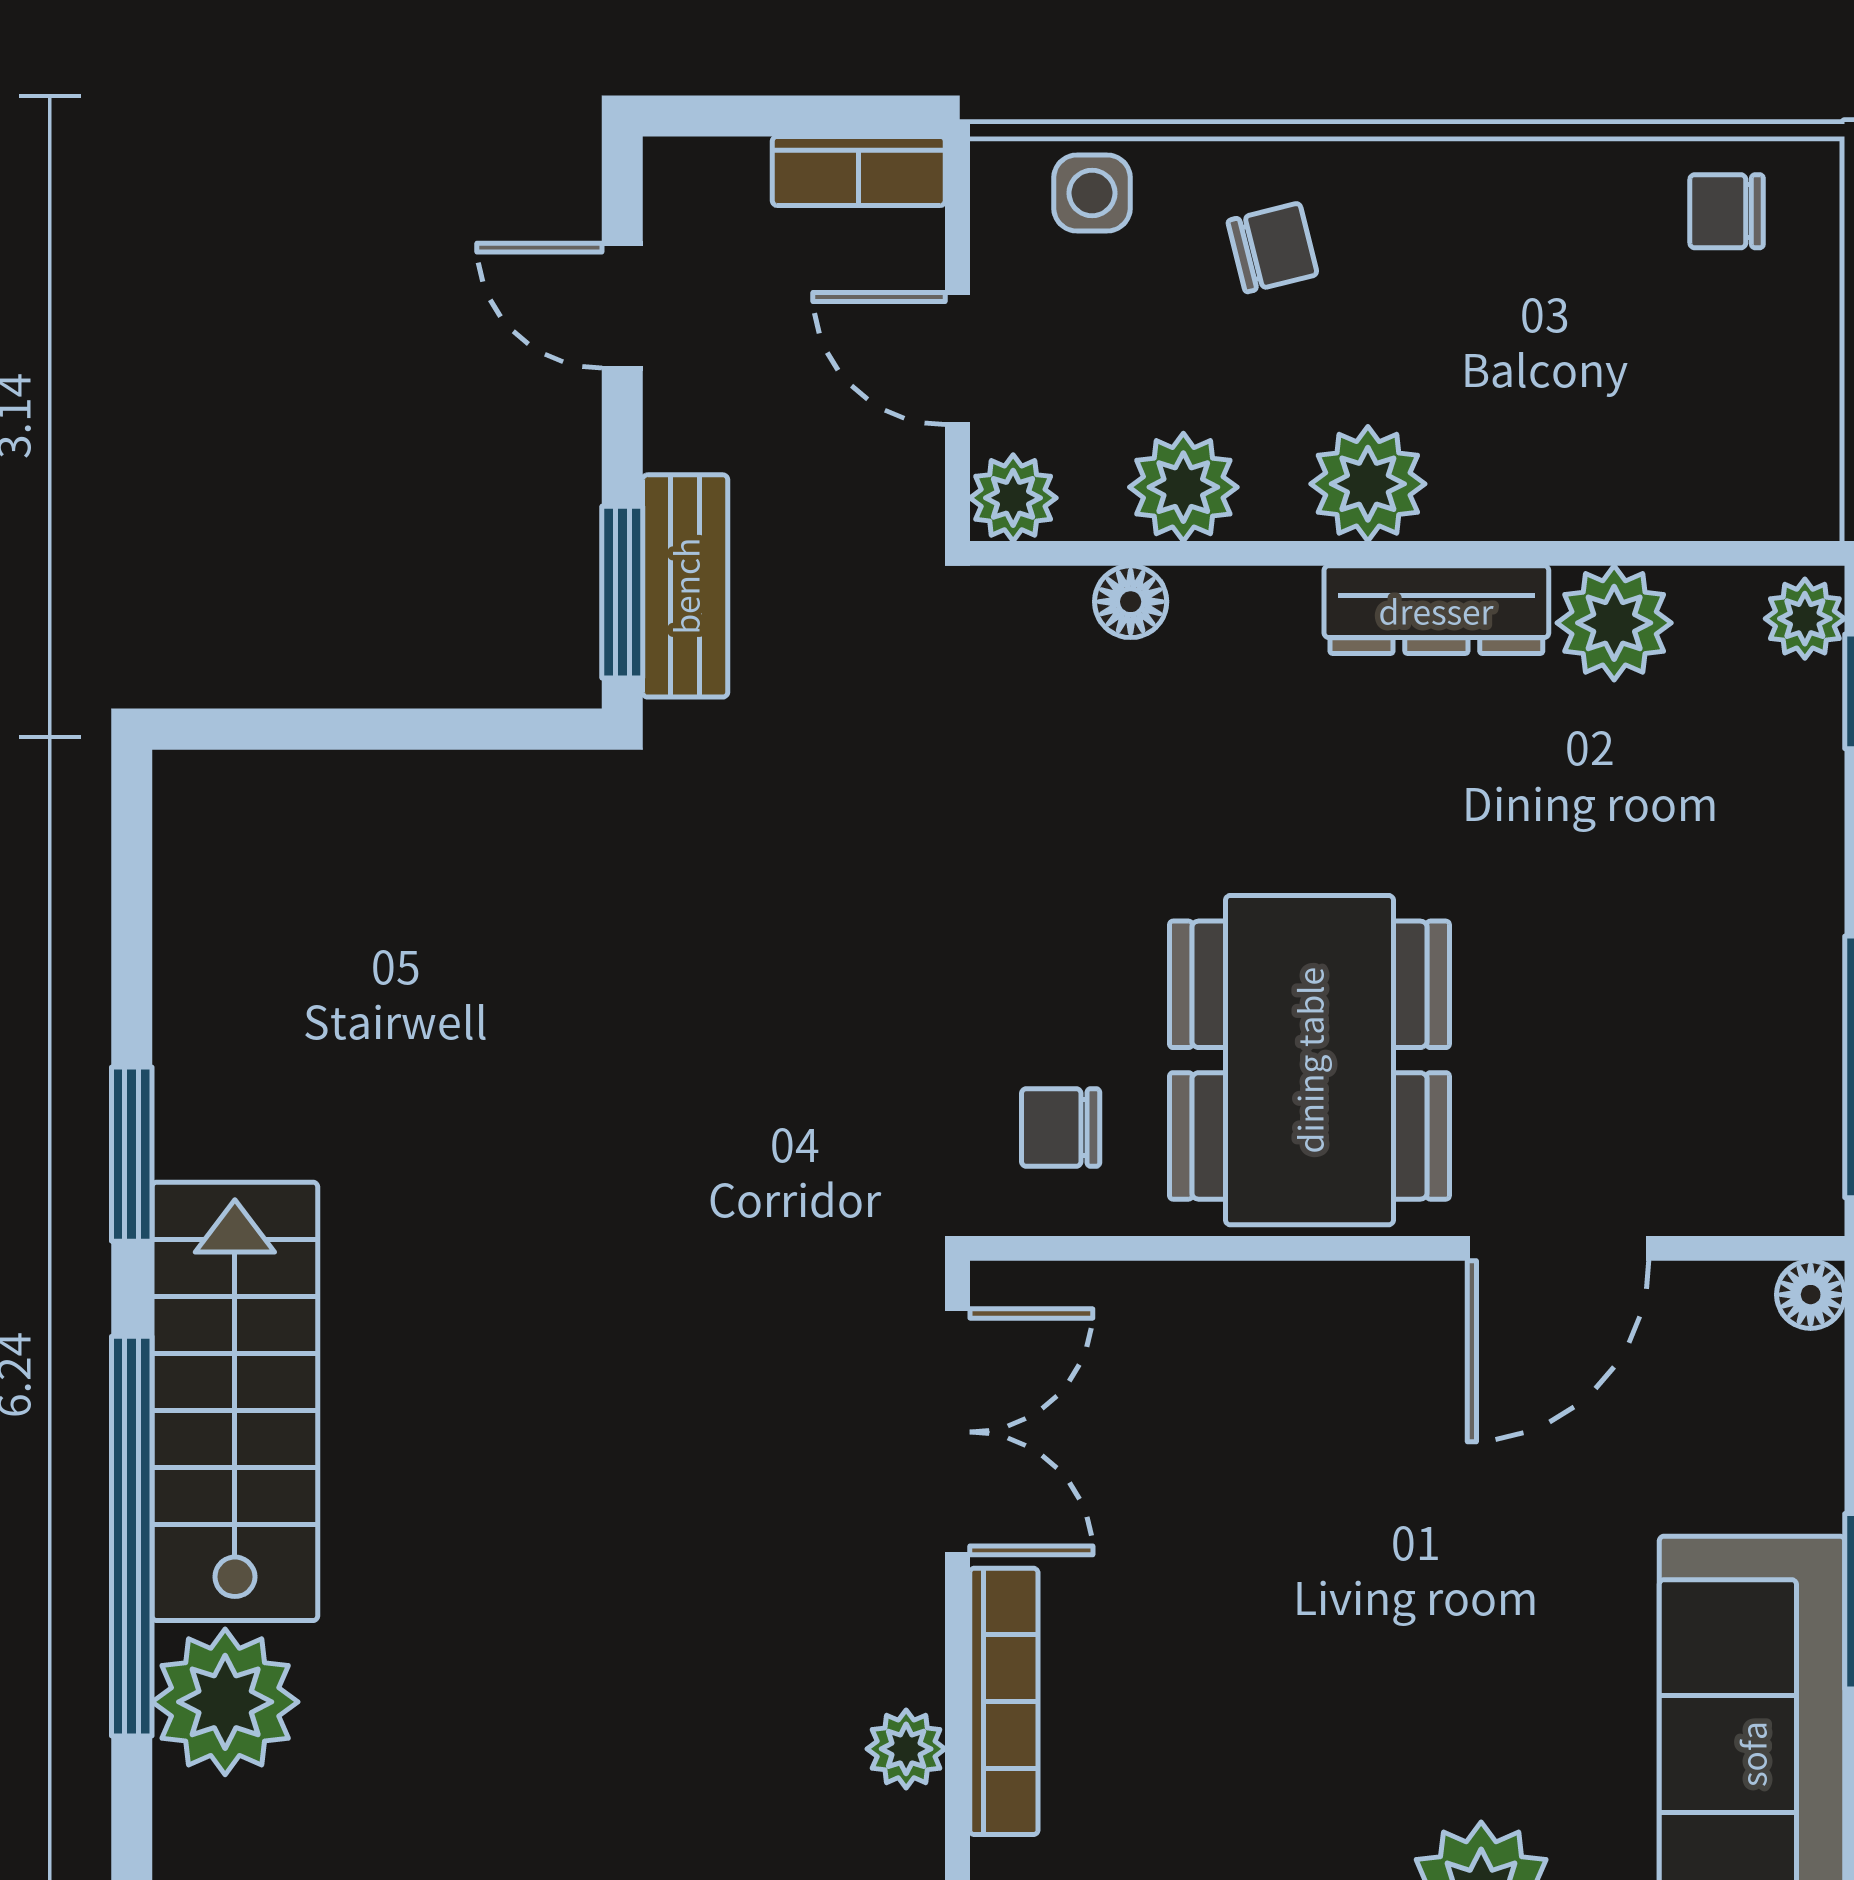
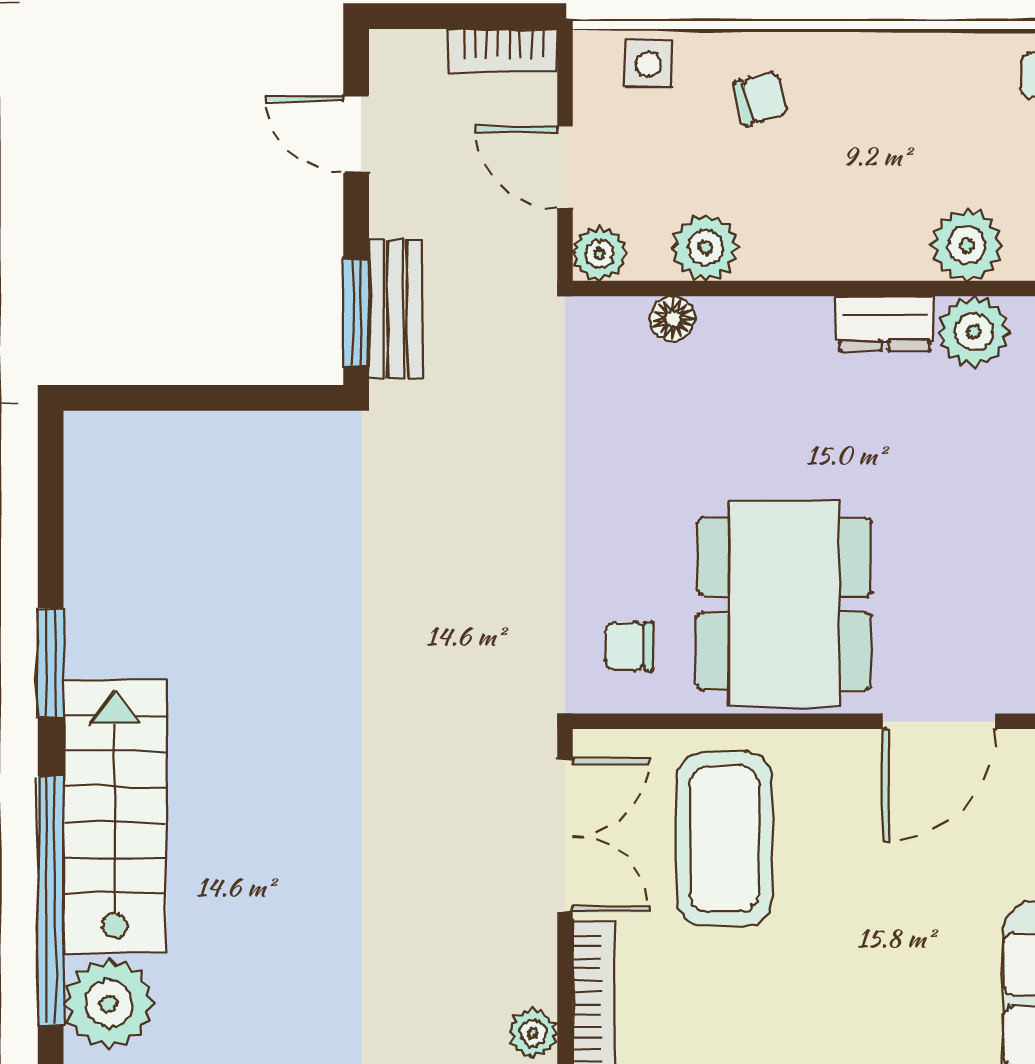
plant: (1368, 484) -> (967, 245), moved
dresser: (1436, 610) -> (884, 324), width x0.70
coffee table: (1214, 1437) -> (725, 839), added

